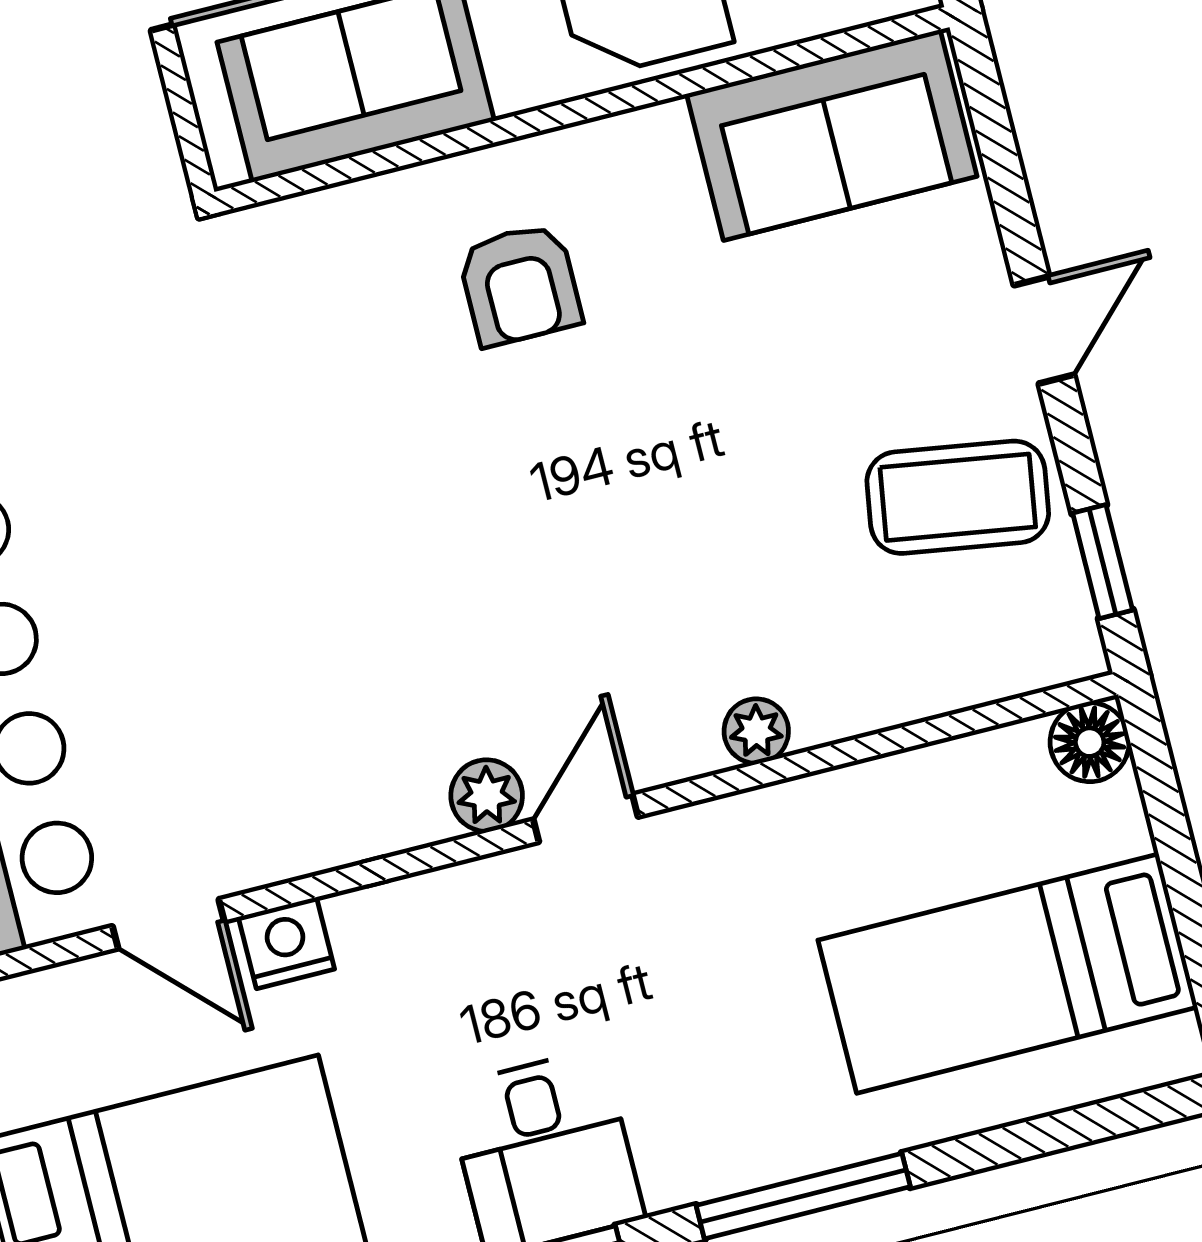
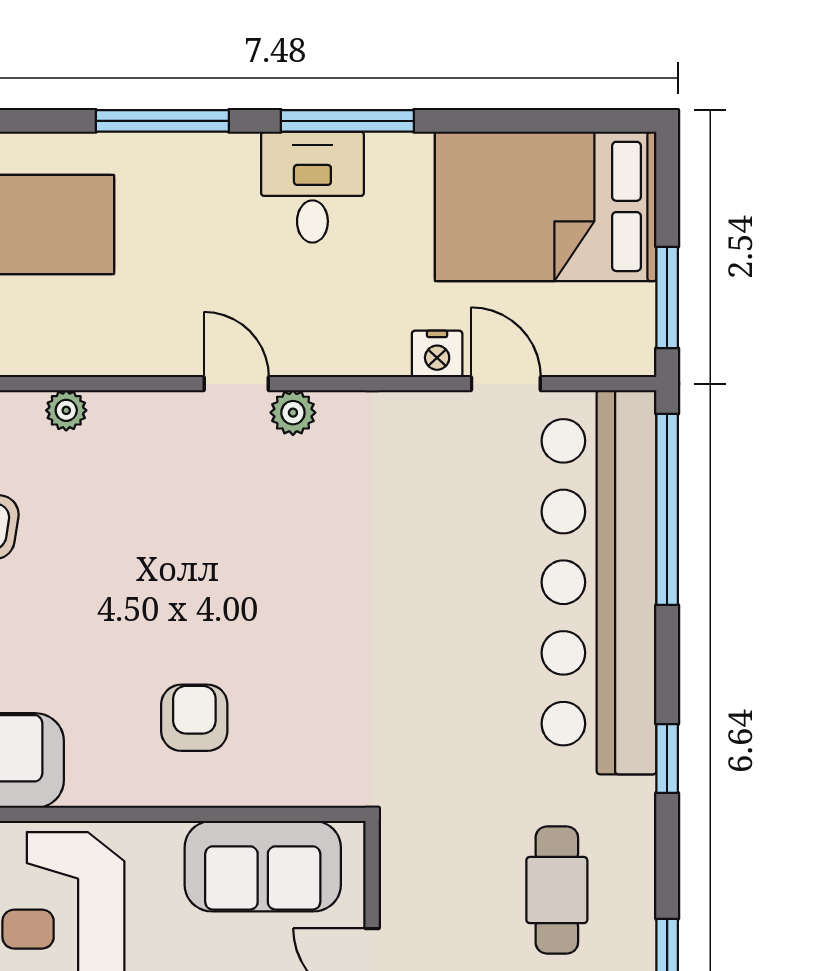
plant: (756, 731) -> (66, 410), moved
door: (586, 818) -> (236, 384), swing flipped

